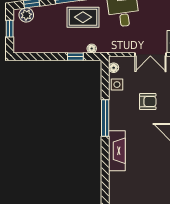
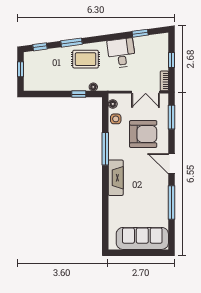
plant: (26, 15) -> (35, 57), removed
armchair: (148, 102) -> (143, 134), width x1.88, depth x1.88

